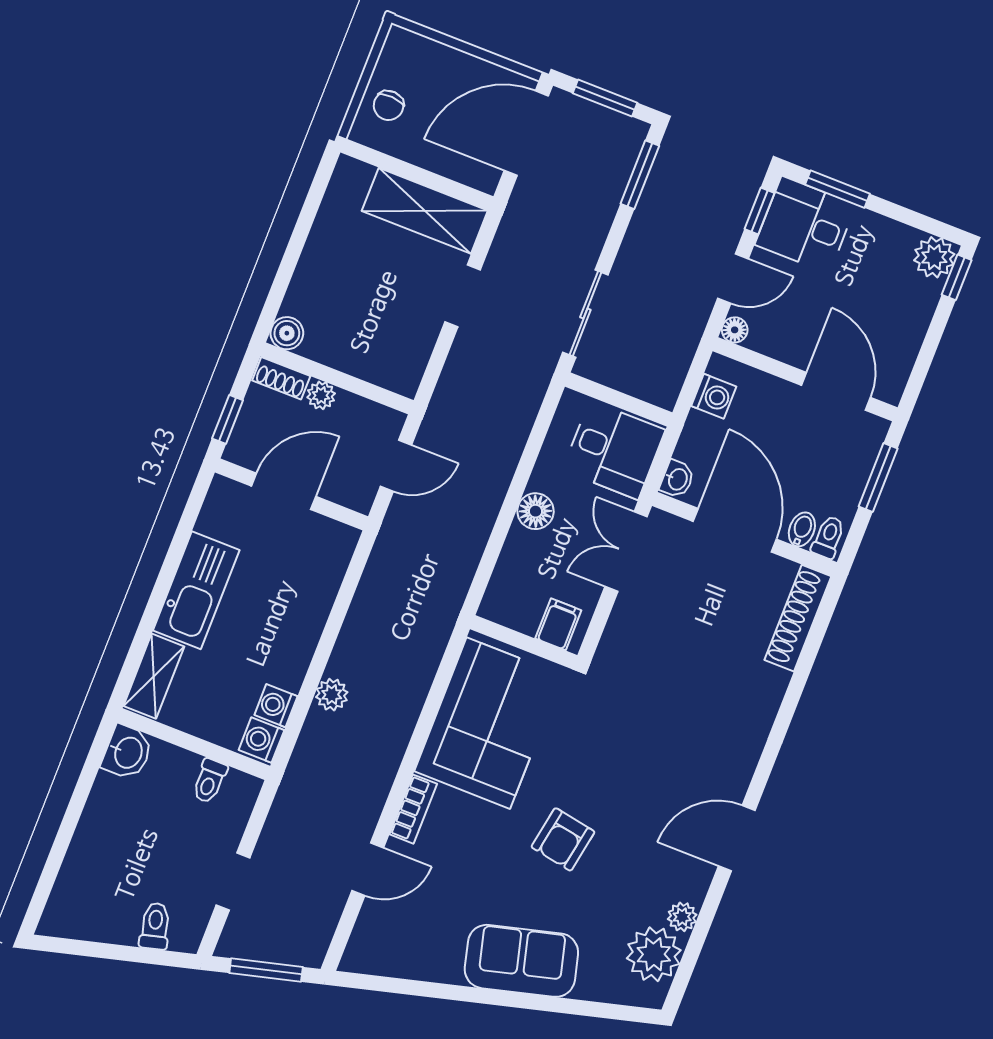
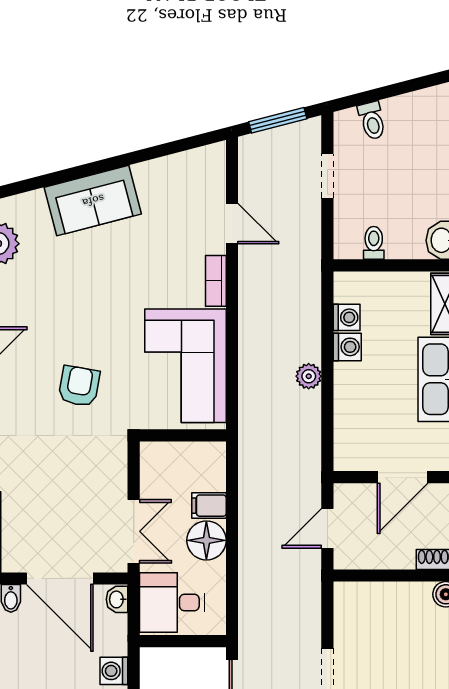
plant: (321, 395) -> (403, 558), removed
floor lamp: (535, 511) -> (206, 540), width x1.38, depth x1.38
filing cabinet: (558, 624) -> (209, 506), moved, turned 90
plant: (332, 695) -> (309, 376), moved
washing machine: (261, 740) -> (347, 347), moved
armchair: (563, 839) -> (79, 386), moved
door: (368, 869) -> (232, 224), swing flipped

